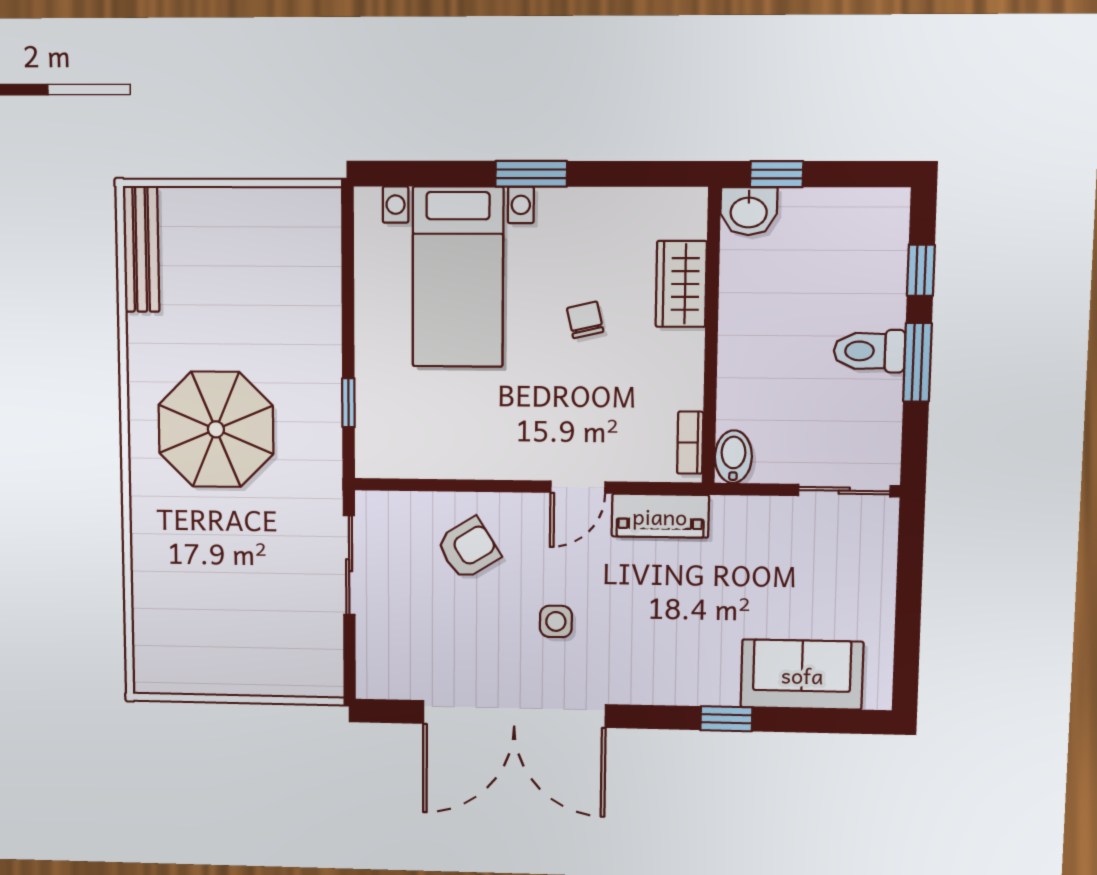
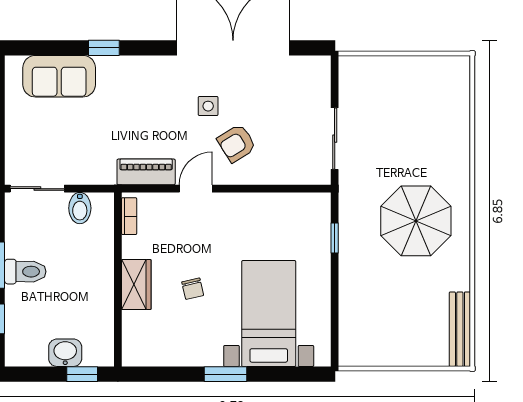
washbasin: (749, 211) -> (65, 353), moved
wardrobe: (681, 284) -> (136, 285), moved
bidet: (733, 457) -> (80, 208), moved
armchair: (468, 549) -> (237, 143), moved

